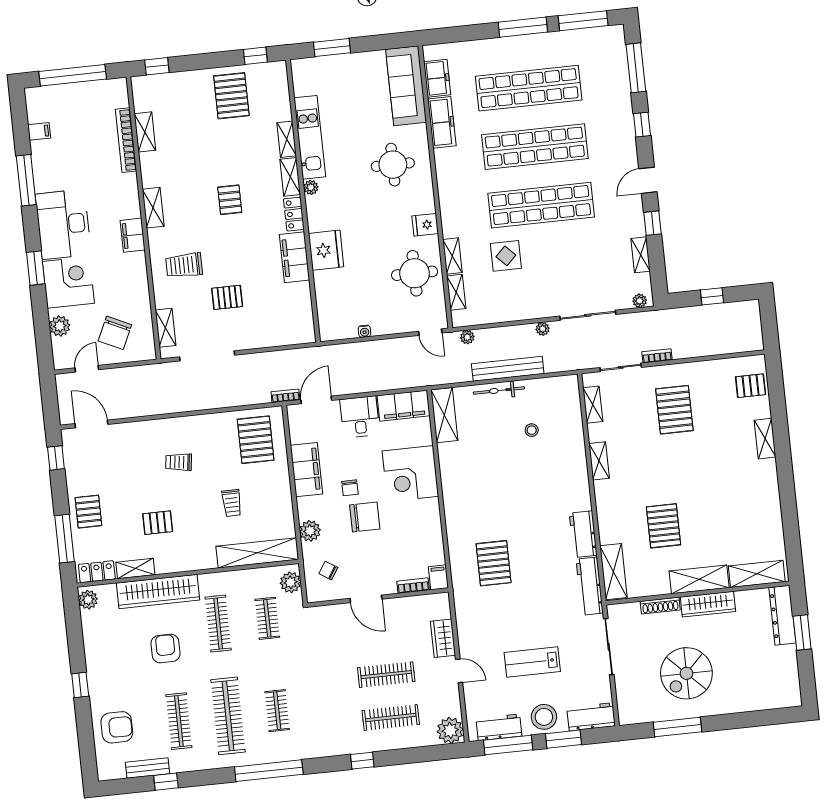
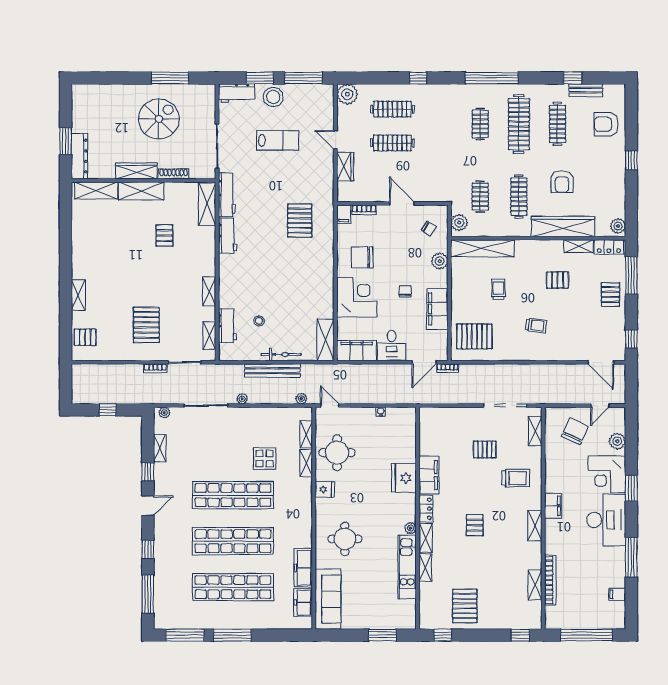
pallet: (256, 440) -> (474, 336), turned 90
chair: (365, 517) -> (362, 257), moved
pallet: (663, 526) -> (164, 236), width x0.67, depth x0.71
workbench: (499, 727) -> (227, 326), moved, turned -90

